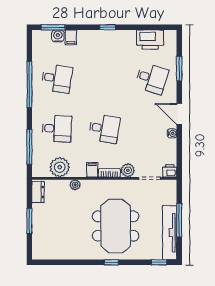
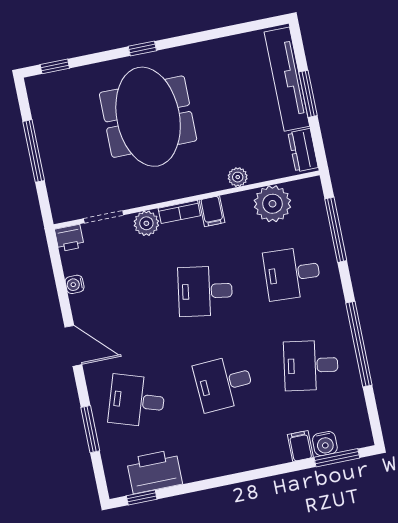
window: (108, 27) -> (142, 497), moved
desk: (104, 78) -> (224, 383), added
water cooler: (172, 133) -> (75, 284), moved
tv unit: (170, 233) -> (287, 79), moved, turned 180

